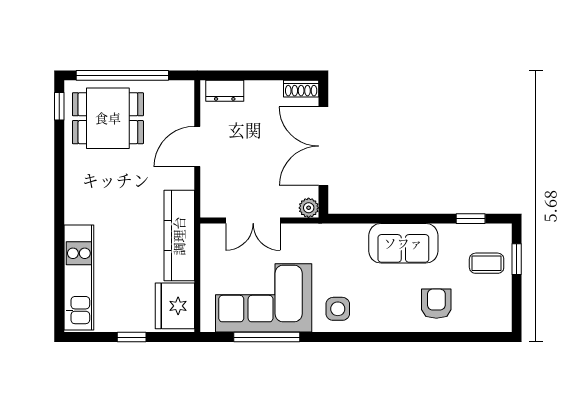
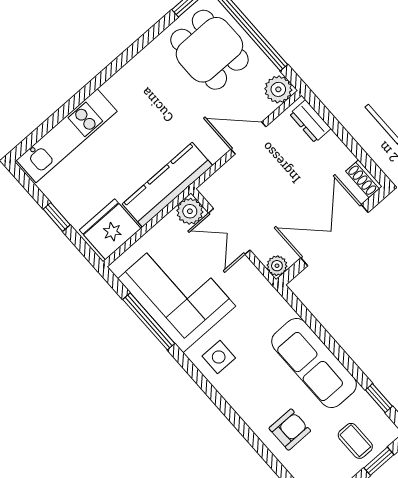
plant: (181, 93) -> (278, 89), added
plant: (213, 236) -> (190, 211), added
sofa: (403, 243) -> (314, 363), width x1.36

